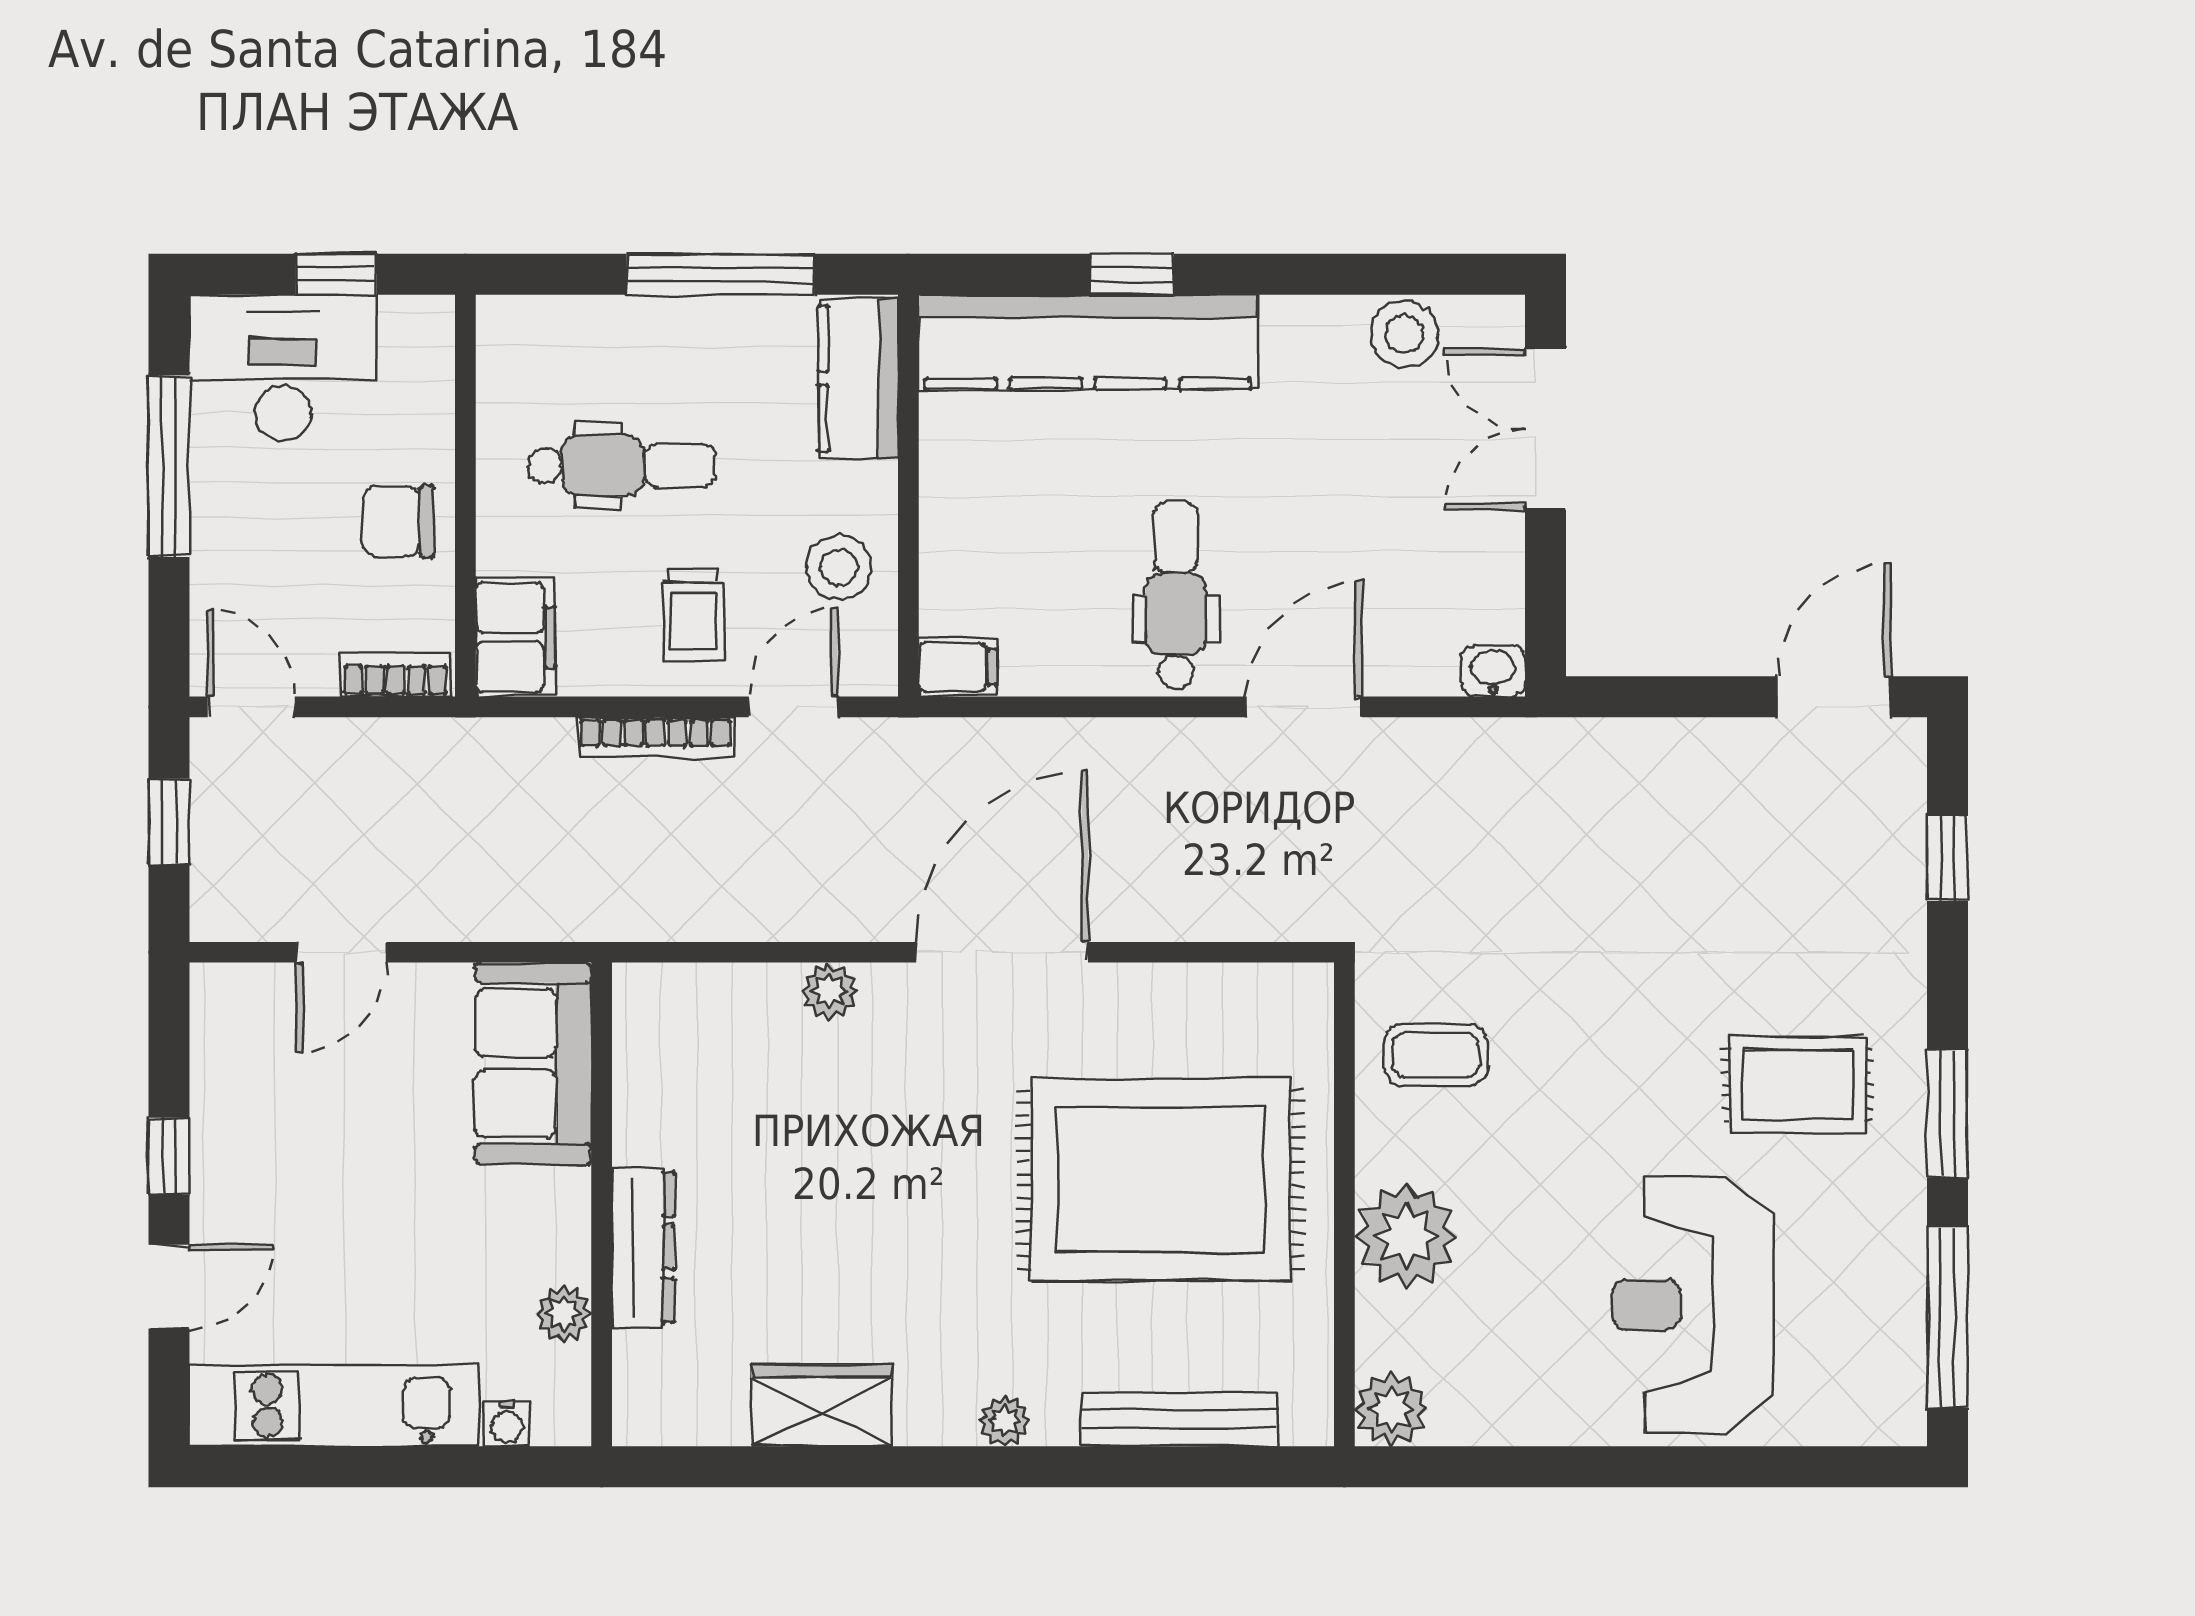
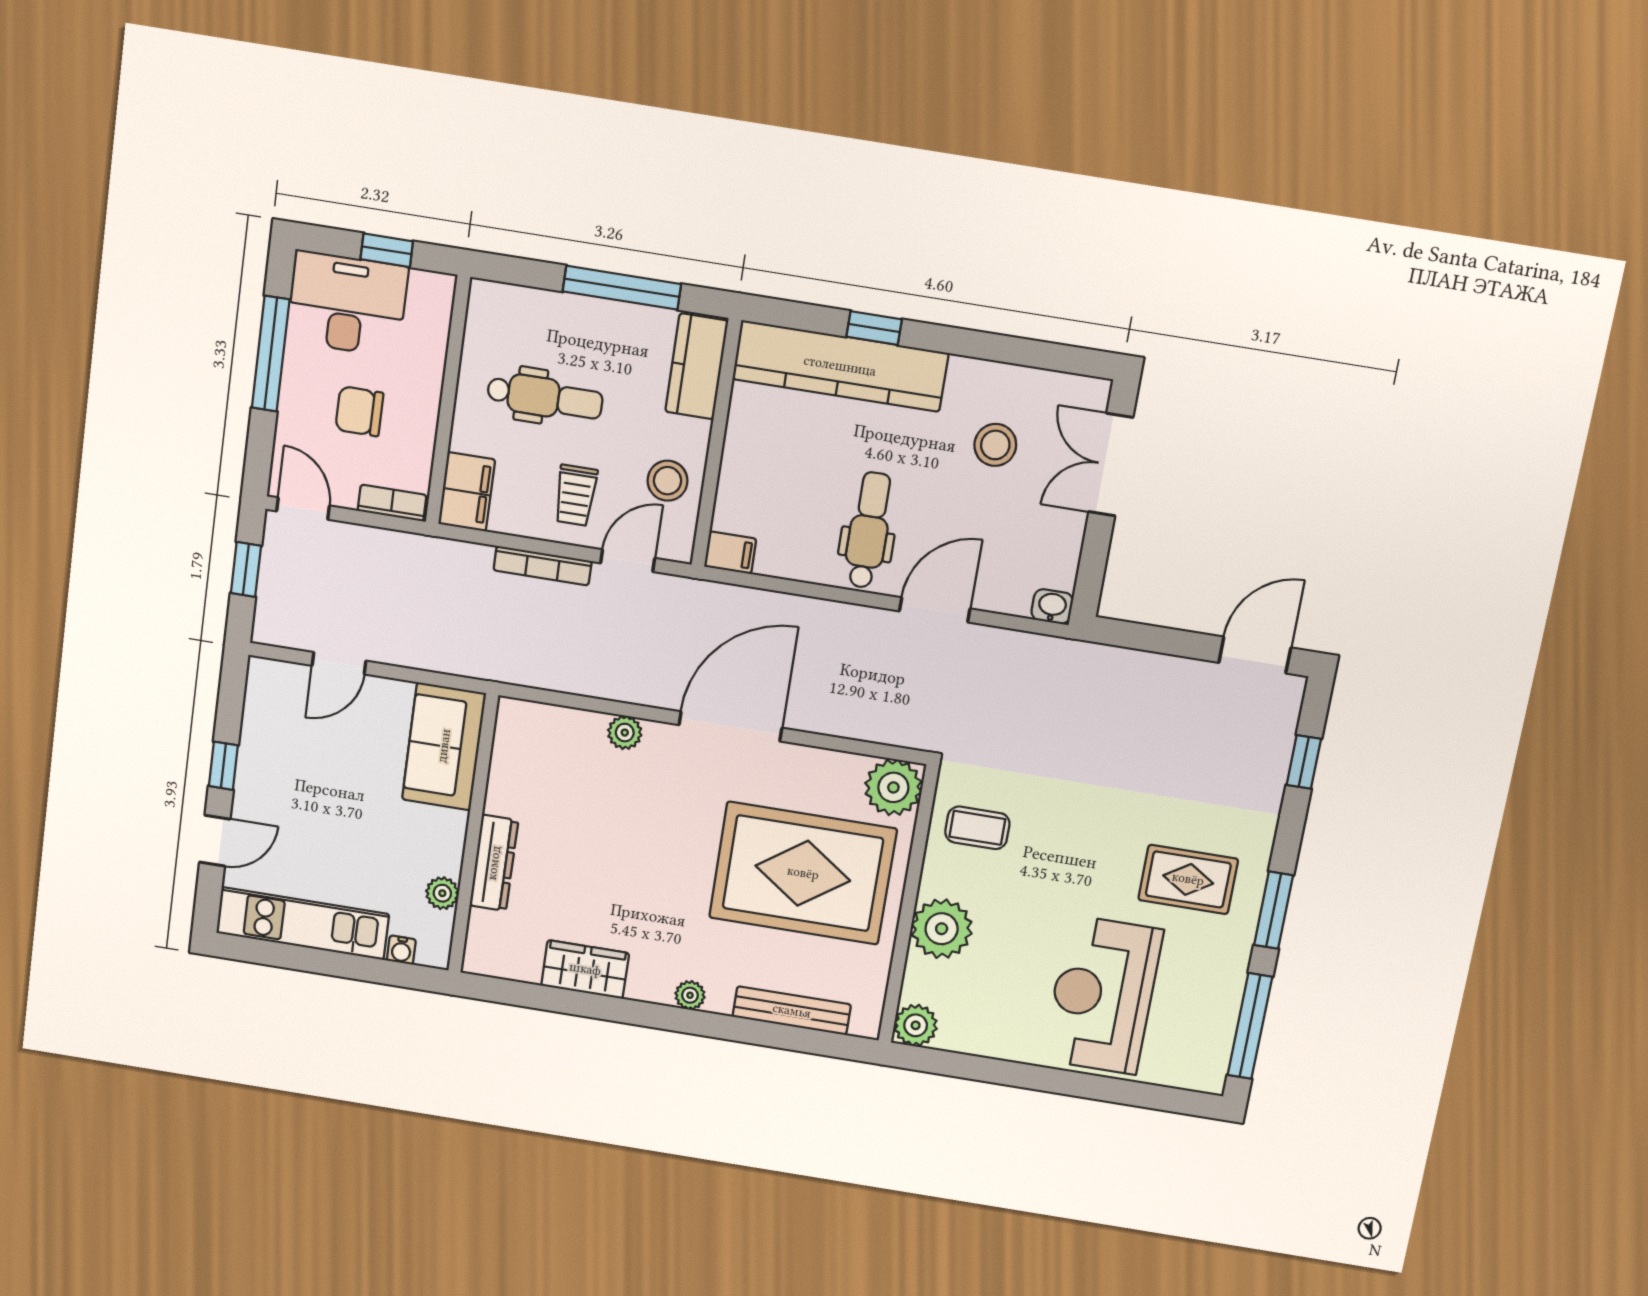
stool: (1404, 334) -> (995, 445), moved
chair: (398, 522) -> (359, 411), moved
plant: (1286, 1010) -> (893, 787), added

